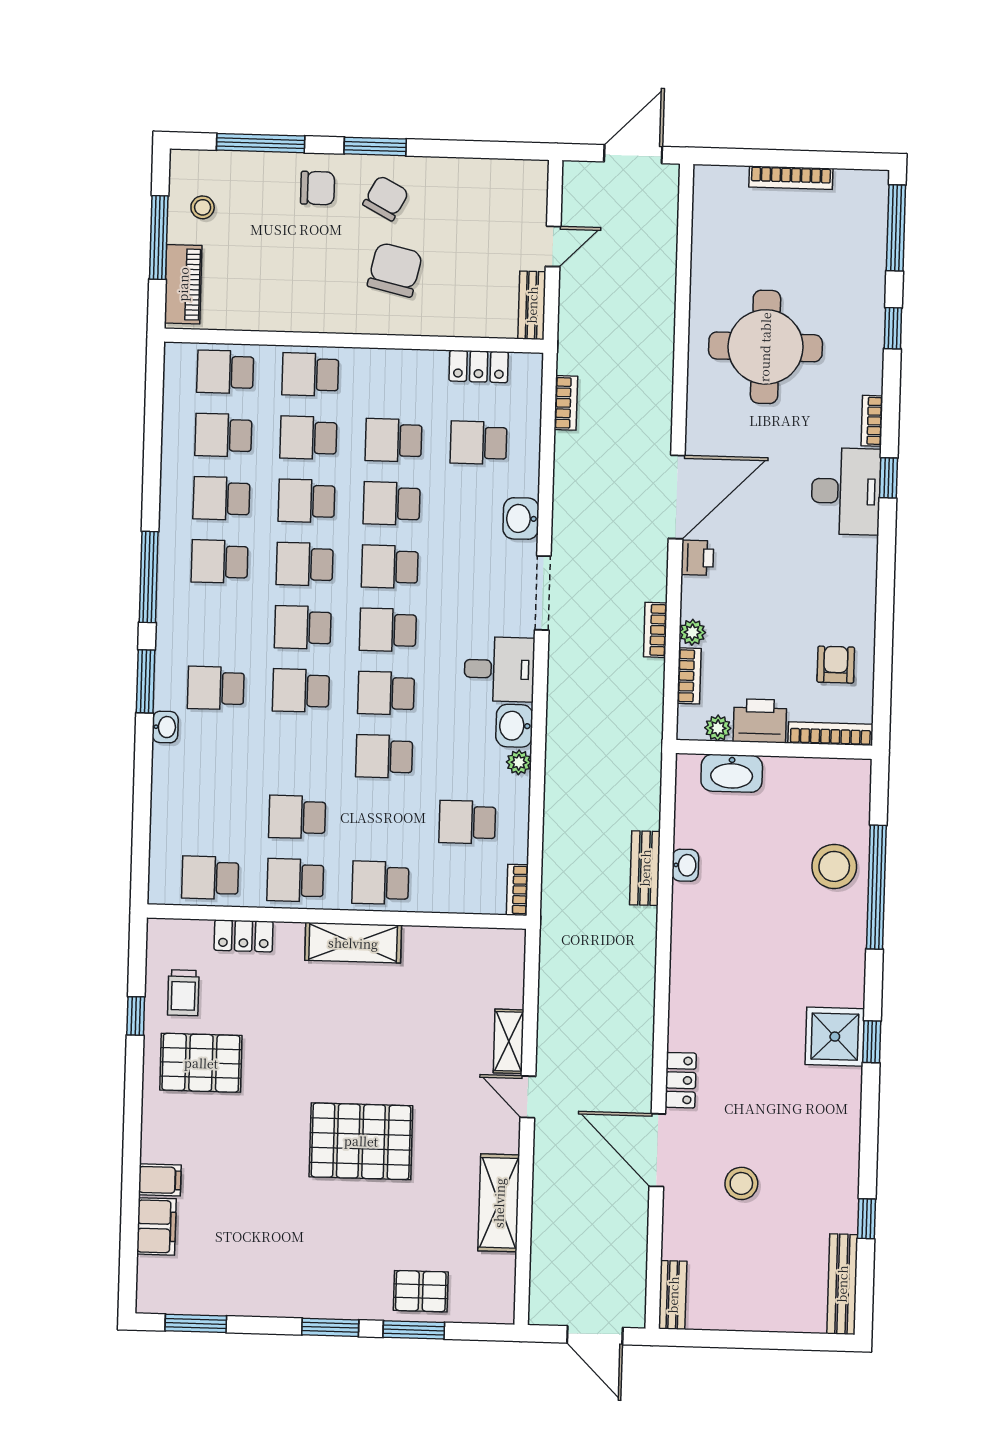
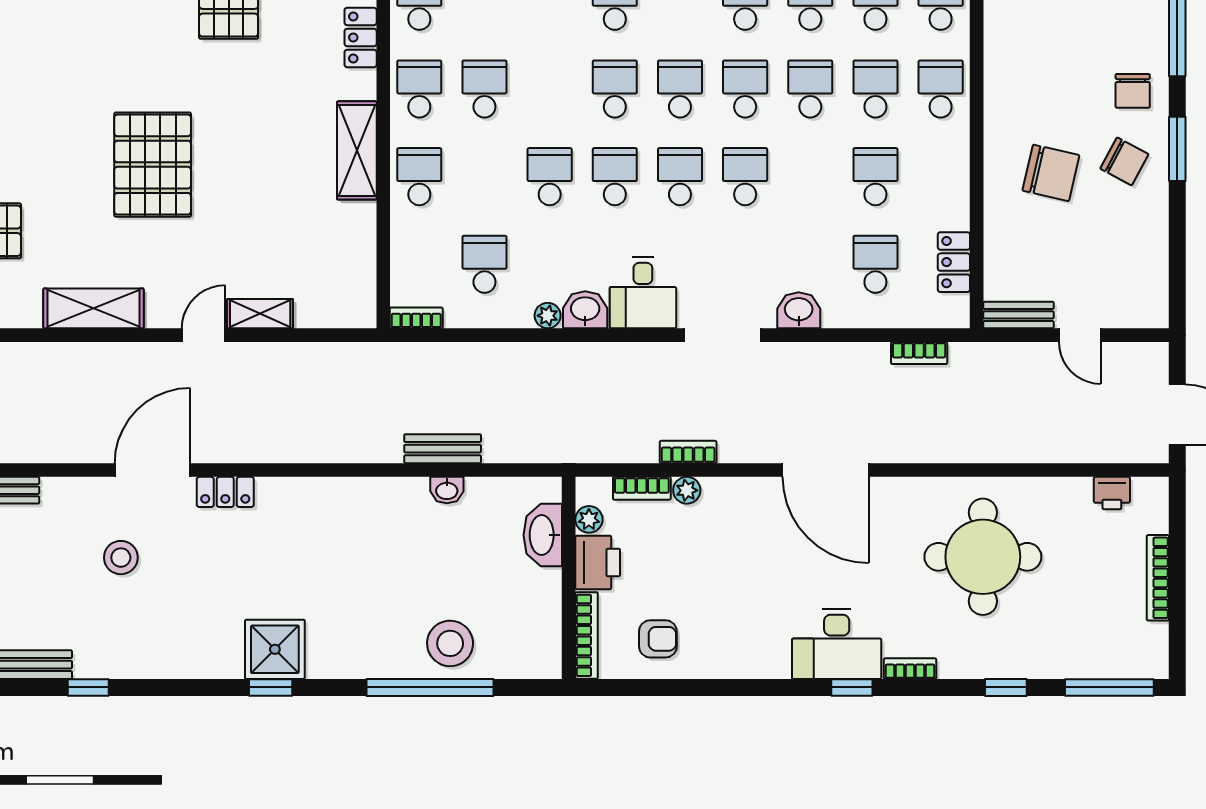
school desk: (392, 503) -> (810, 177), removed
printer: (697, 558) -> (1112, 493), moved

